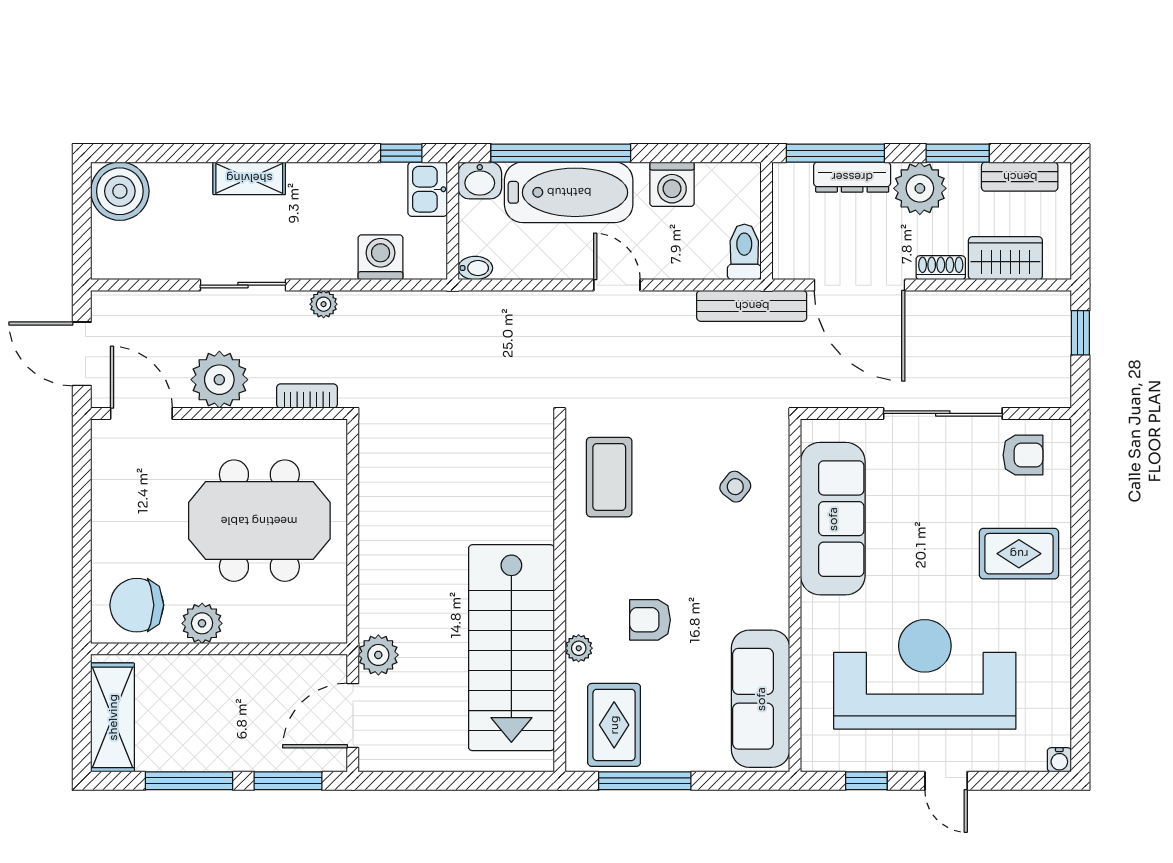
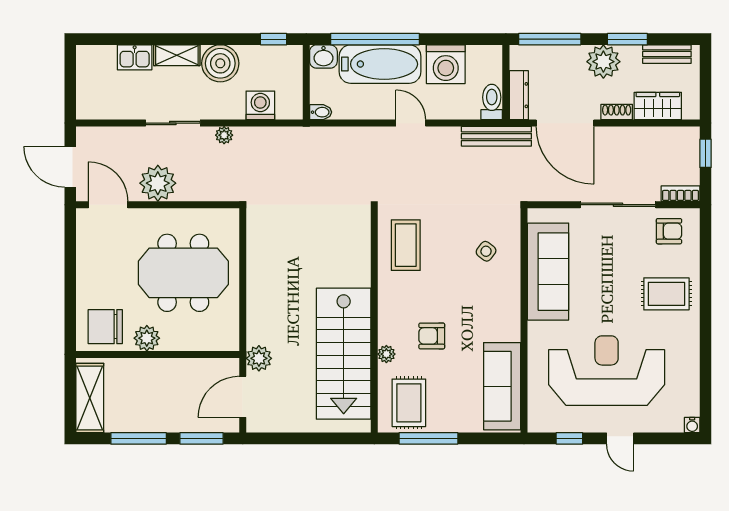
dresser: (852, 177) -> (519, 95), moved, turned -90
washing machine: (672, 184) -> (446, 64), width x1.37, depth x1.37
kitchen sink: (428, 189) -> (135, 57), moved, turned -90
boiler: (120, 191) -> (220, 63), moved
bookcase: (307, 396) -> (681, 194), moved

